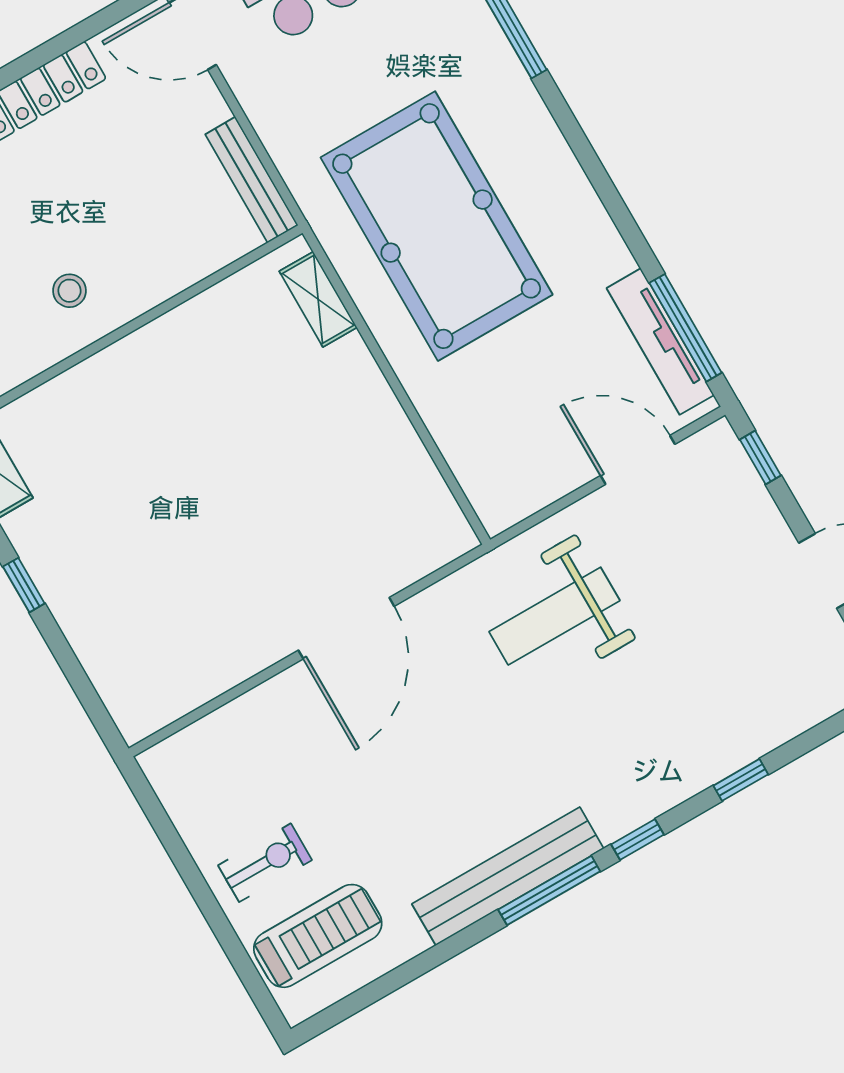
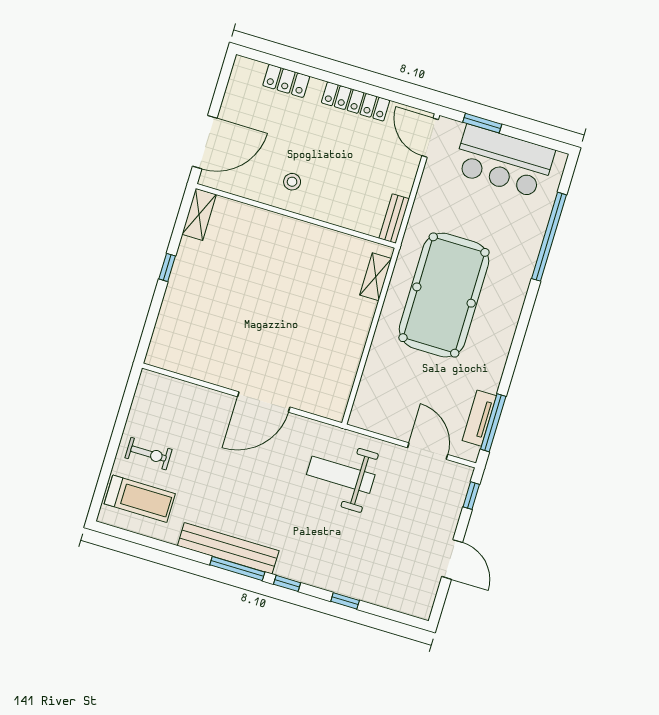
bench: (252, 180) -> (394, 219), width x0.73
tv unit: (660, 342) -> (479, 418), width x0.71

